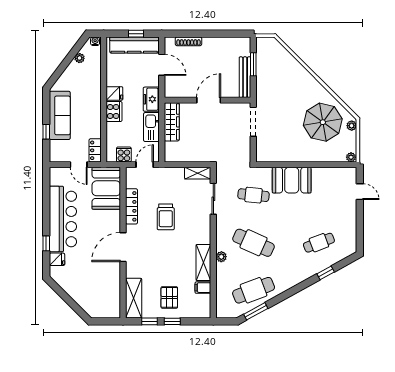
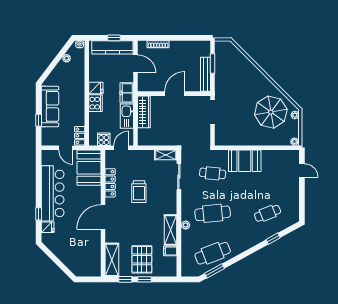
cafe table: (254, 243) -> (213, 213), turned -30
pallet: (169, 297) -> (142, 259), width x1.50, depth x1.42

